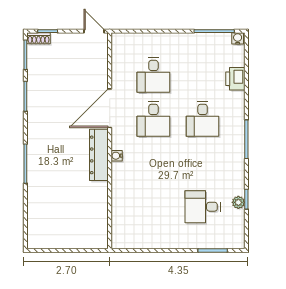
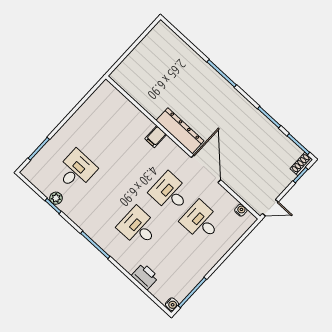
water cooler: (117, 156) -> (241, 210), moved
filing cabinet: (121, 169) -> (156, 137), added

